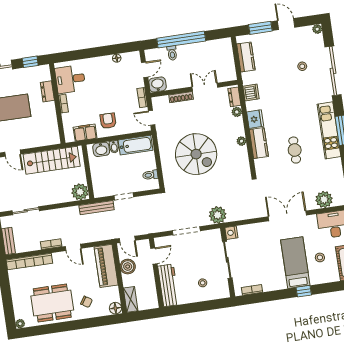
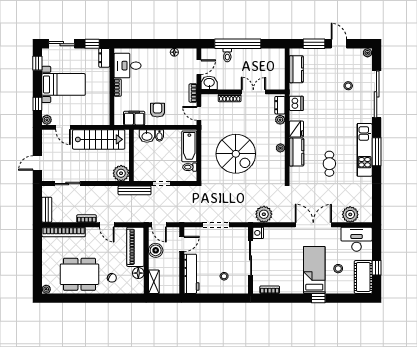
dresser: (47, 91) -> (104, 58), moved
bathtub: (136, 145) -> (189, 146), moved, turned 90
plant: (218, 215) -> (264, 214), moved
floor lamp: (115, 308) -> (138, 273), moved

